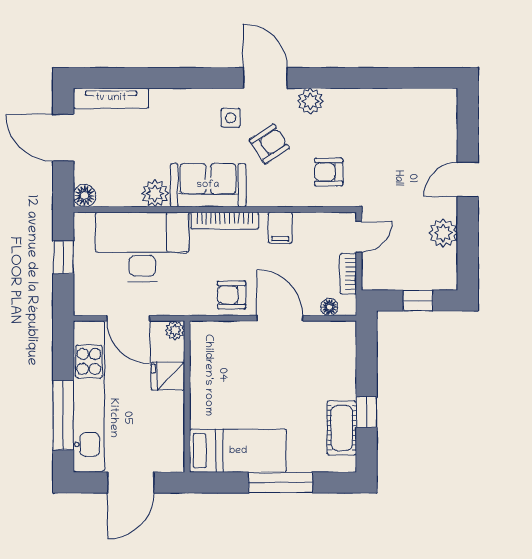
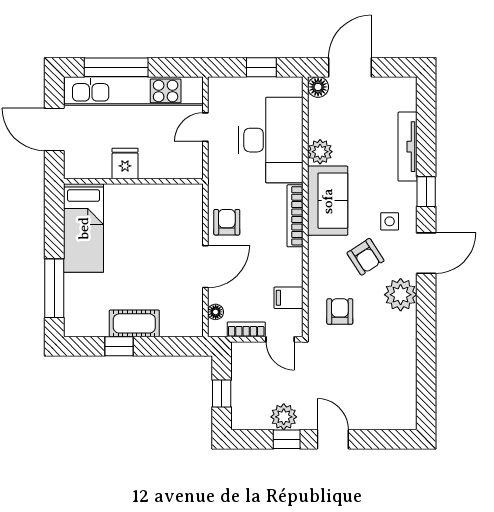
window: (198, 78) -> (426, 192), added
tv unit: (111, 98) -> (408, 147), moved
plant: (310, 101) -> (401, 295), width x1.36, depth x1.36
door: (63, 138) -> (350, 67), moved
filing cabinet: (280, 228) -> (289, 298), moved
window: (468, 230) -> (287, 439), added
door: (128, 318) -> (205, 127), width x0.73
plant: (175, 330) -> (194, 170), removed
fridge: (168, 376) -> (125, 163), moved
cot: (342, 428) -> (134, 323), moved
window: (281, 483) -> (54, 288), moved

